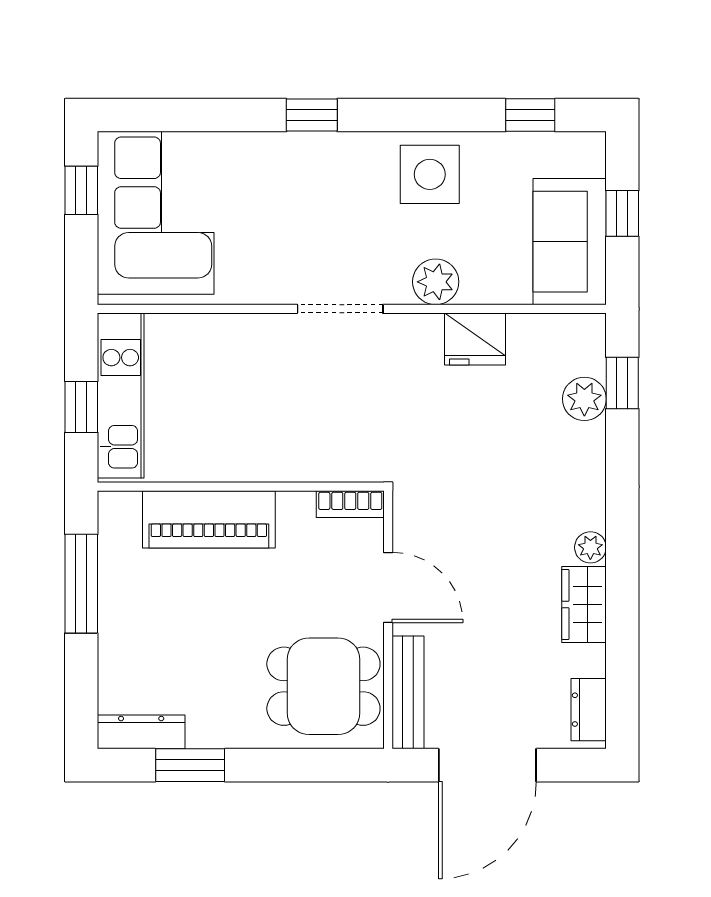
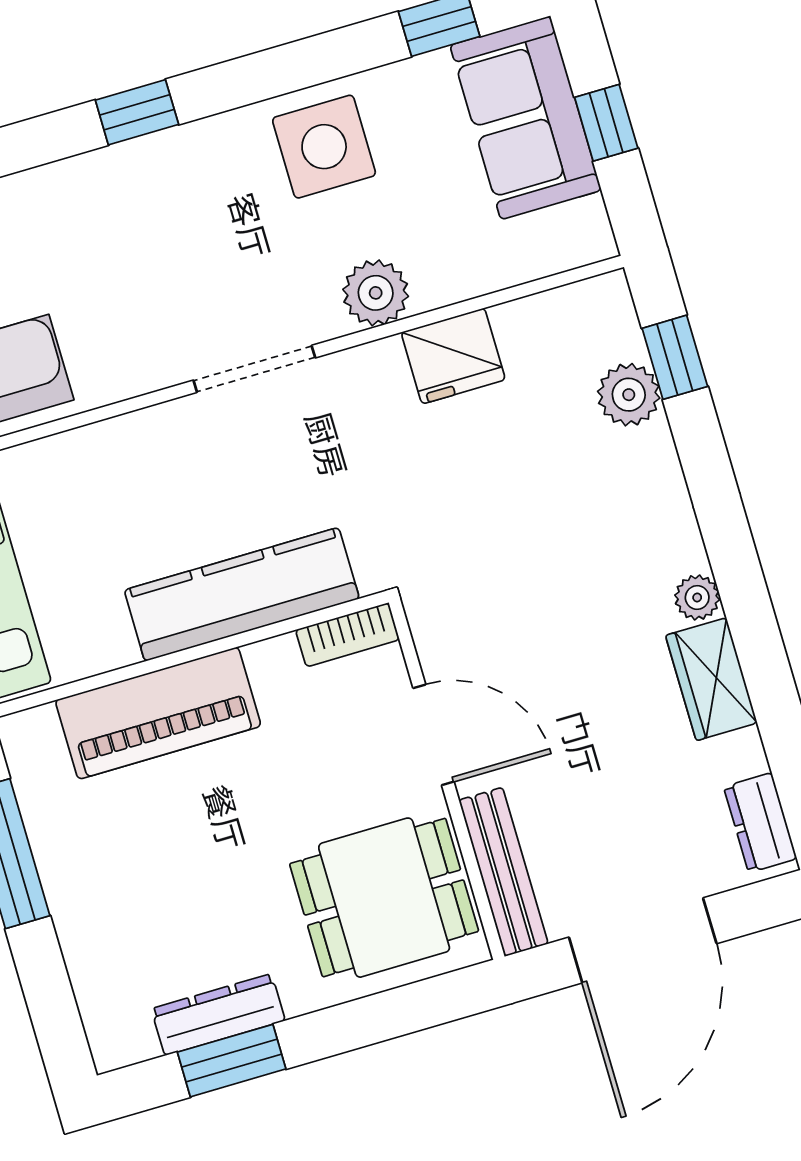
sofa: (570, 242) -> (526, 118), moved
kitchen counter: (288, 457) -> (242, 594), added
dresser: (141, 732) -> (218, 1015), moved

